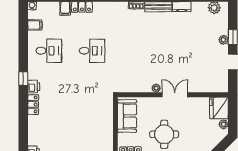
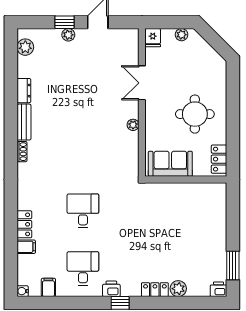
printer: (34, 87) -> (111, 289), moved
double door: (175, 95) -> (142, 83), moved
fridge: (219, 108) -> (153, 38), width x0.53, depth x0.75
plant: (34, 122) -> (178, 289), added

